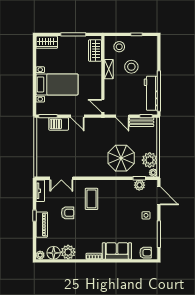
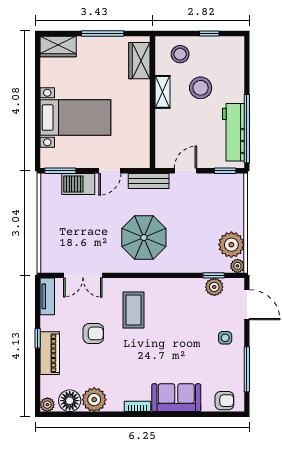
door: (103, 106) -> (153, 153), removed
door: (77, 116) -> (110, 171), hinge flipped
door: (122, 116) -> (185, 171), swing flipped
bench: (142, 122) -> (149, 181), moved
parasol: (121, 158) -> (144, 237), moved

